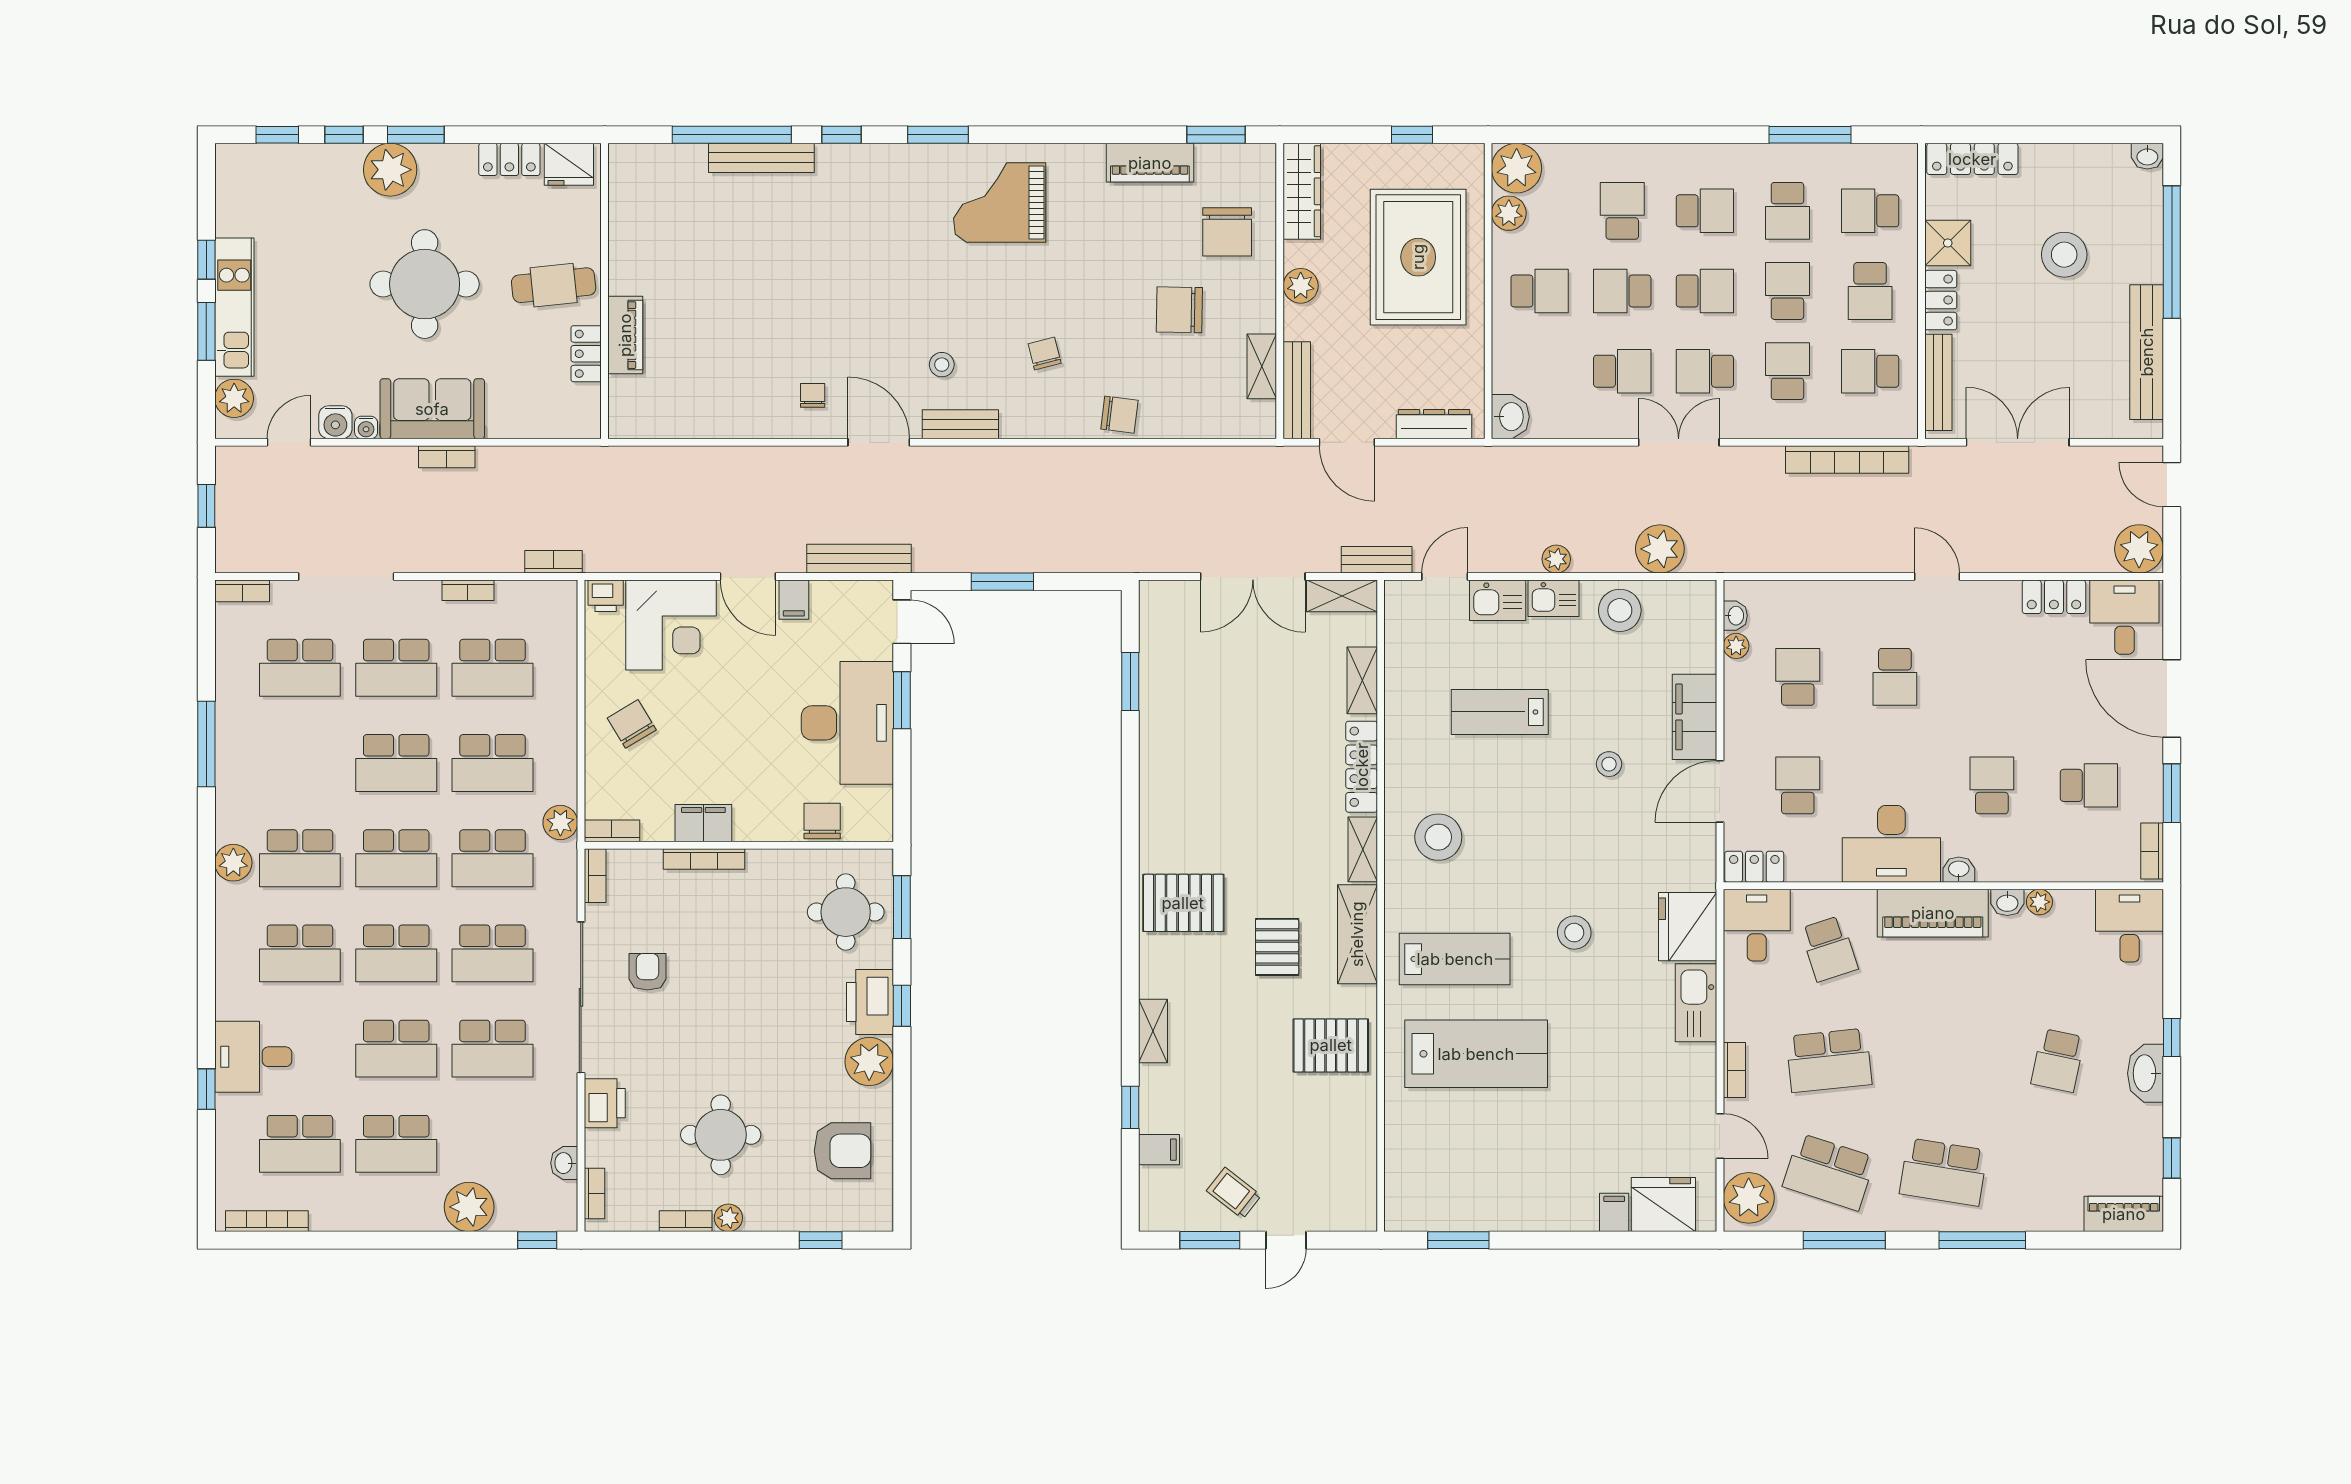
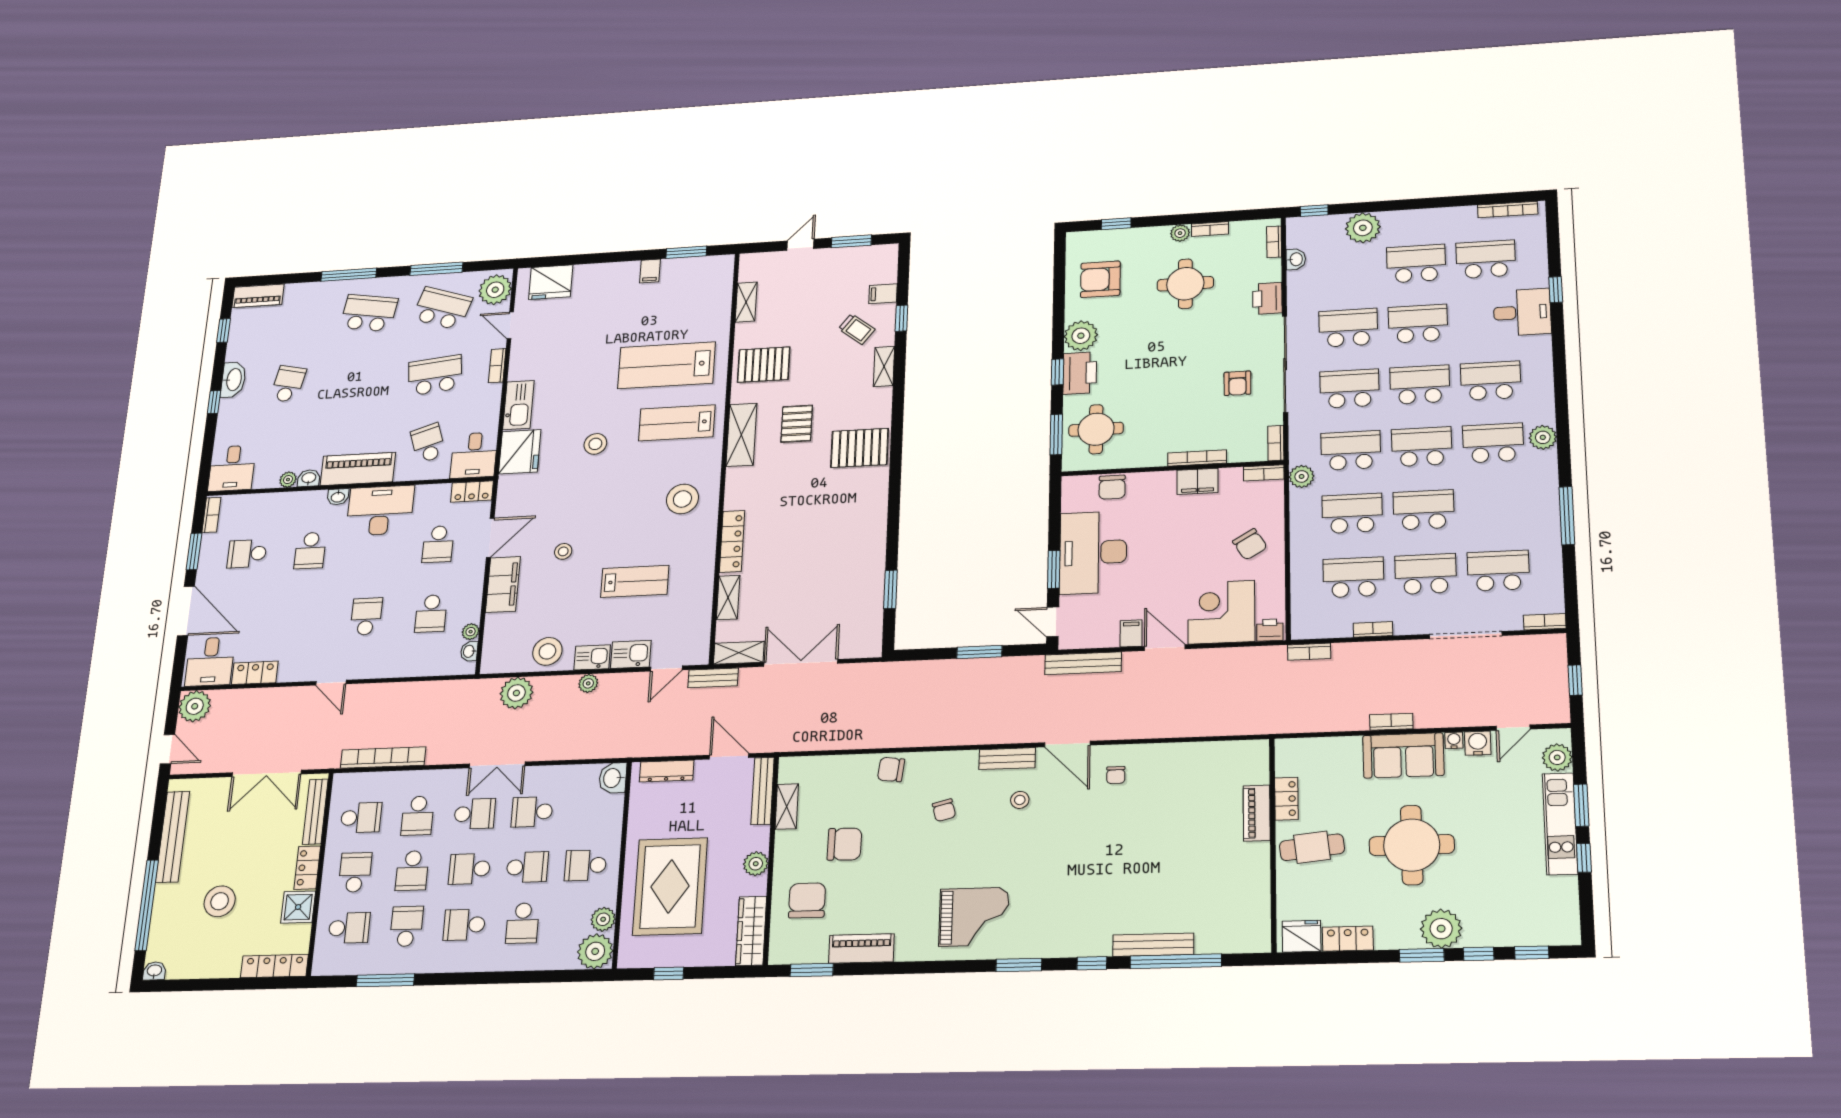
shelving: (1363, 849) -> (746, 302), moved
trolley: (1234, 1193) -> (857, 329), moved
filing cabinet: (1614, 1212) -> (650, 271), moved

